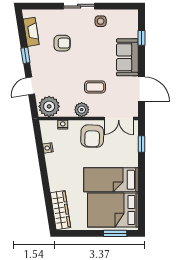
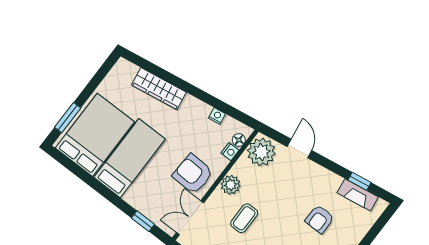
window: (25, 55) -> (360, 181), moved
floor lamp: (52, 125) -> (239, 140), added
wardrobe: (60, 210) -> (159, 89), moved

